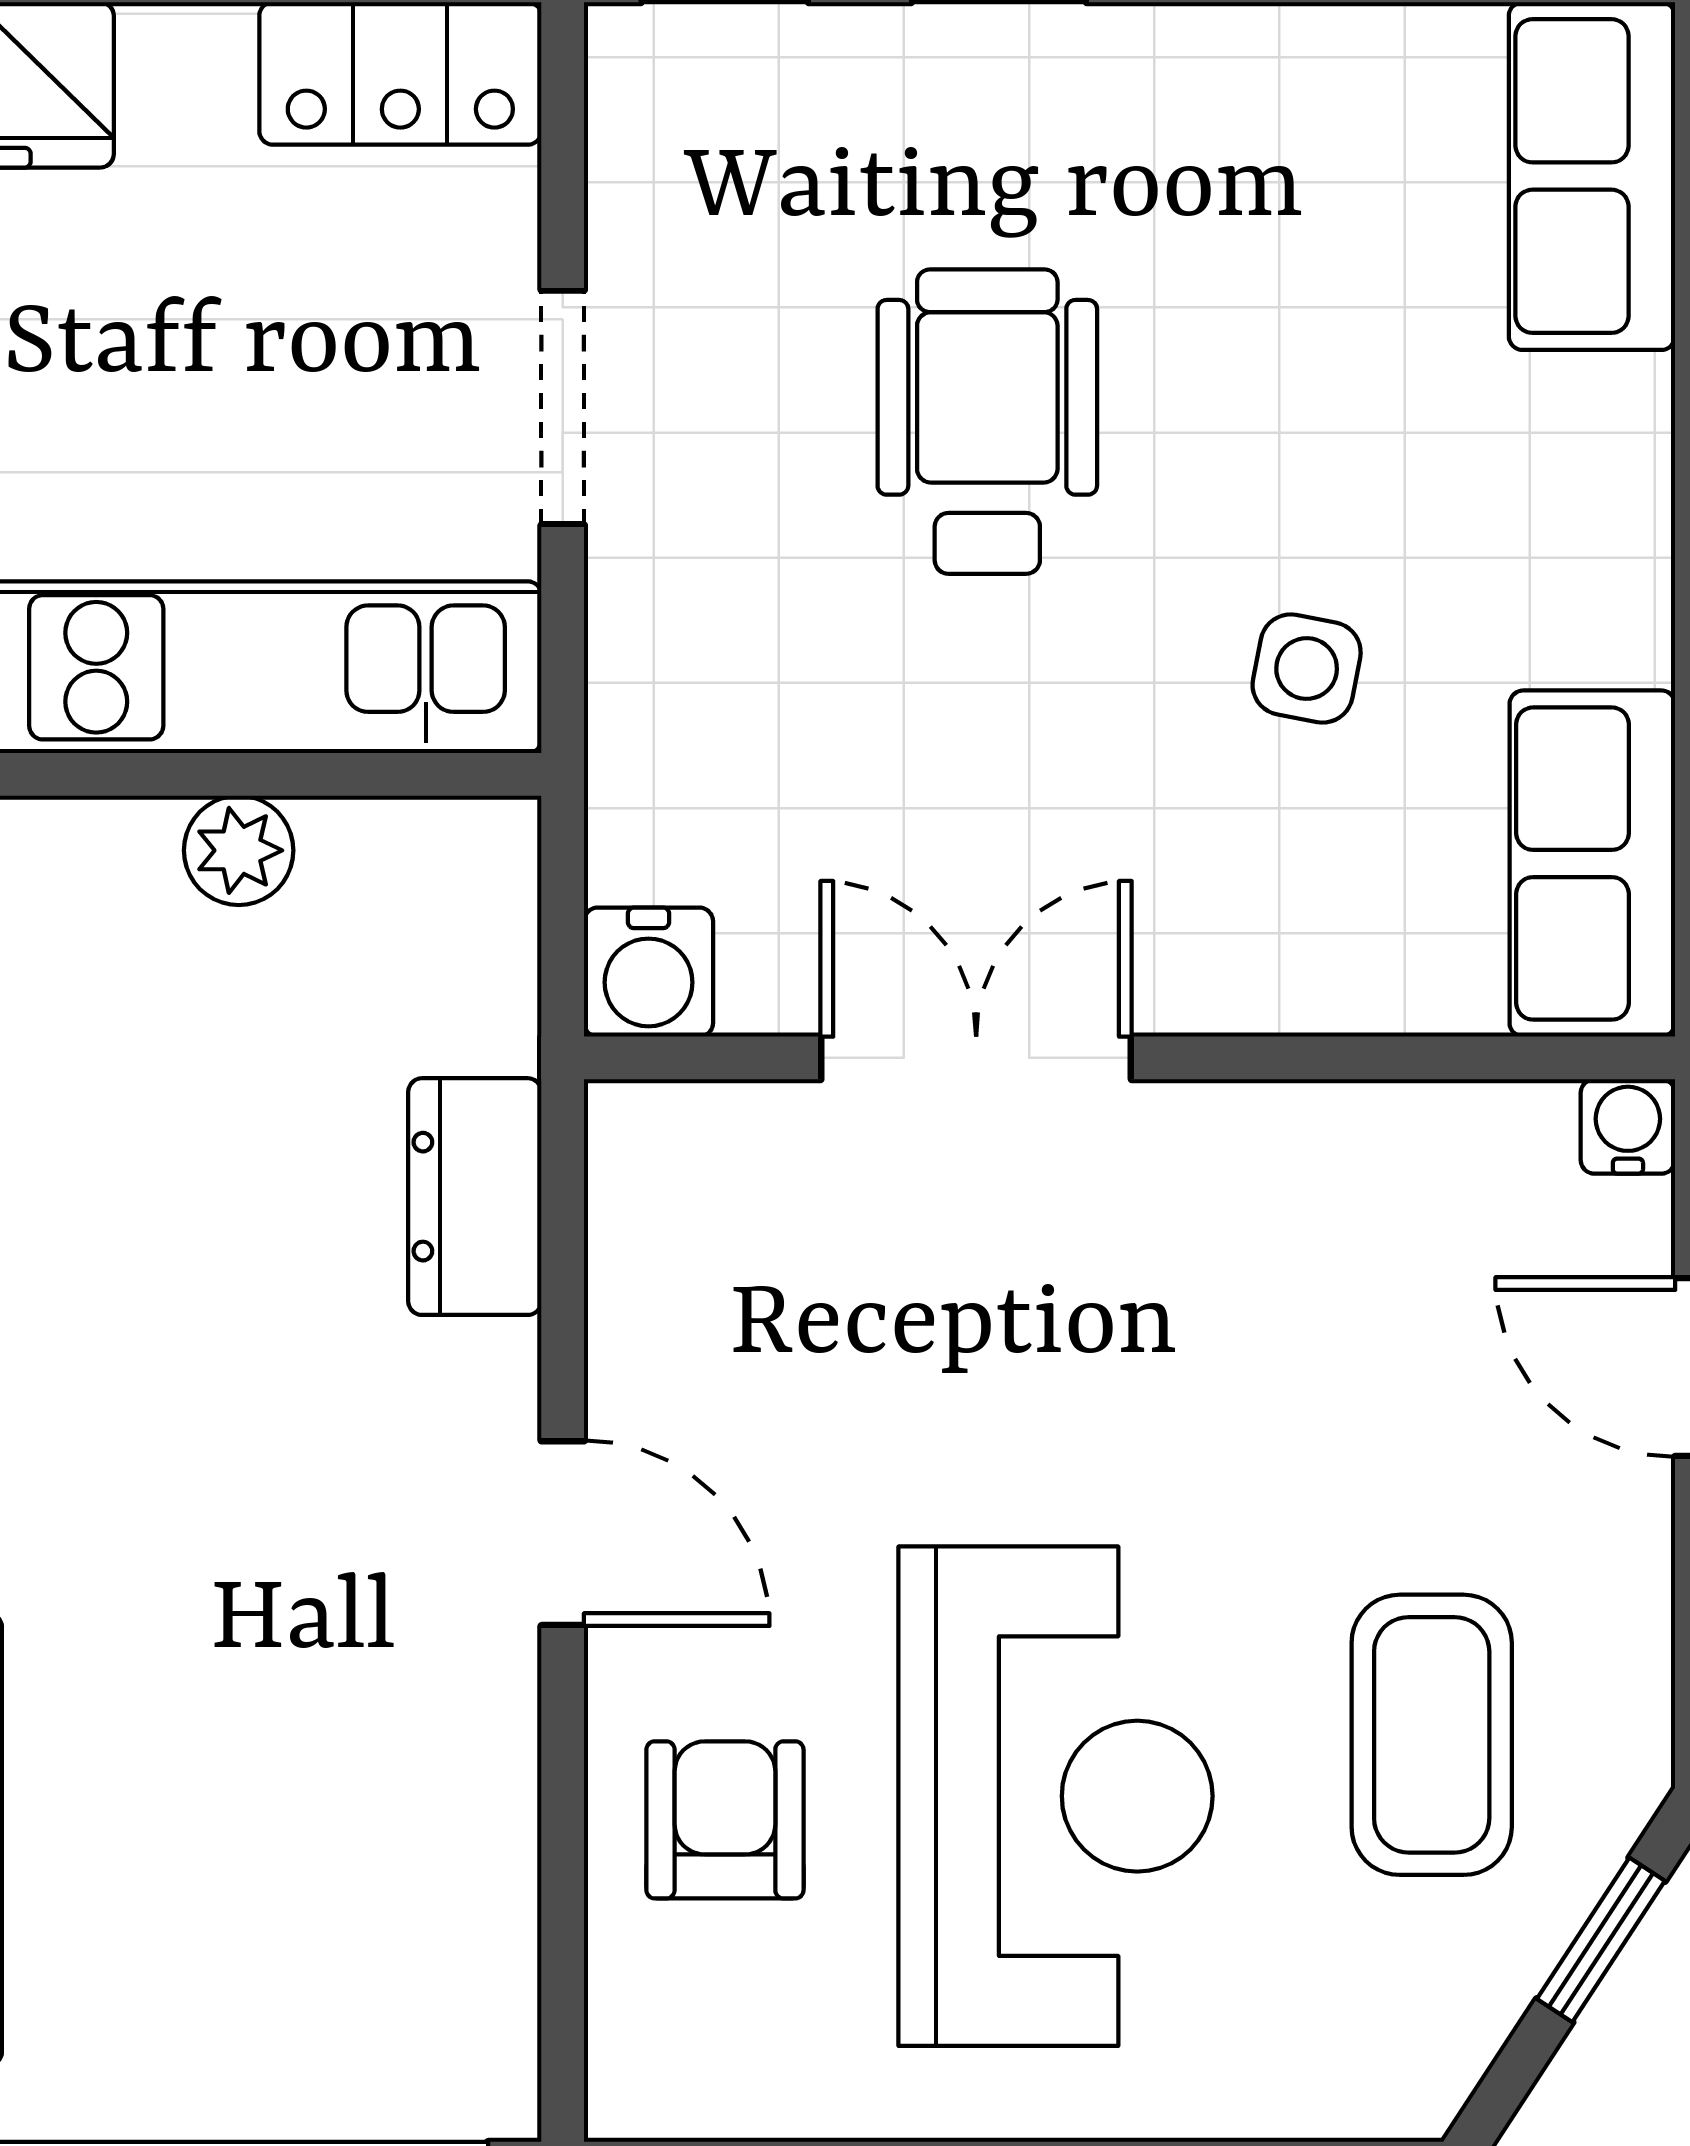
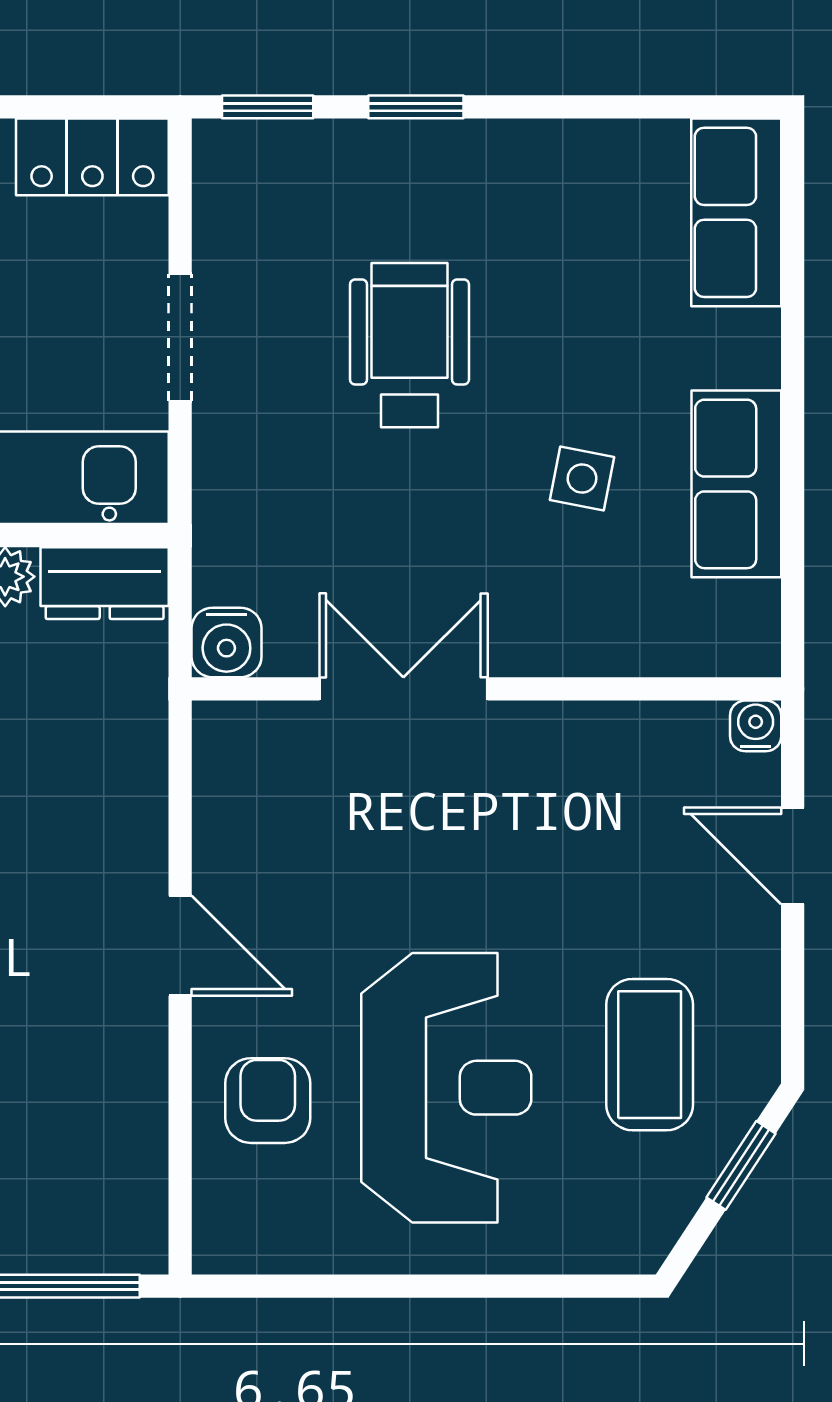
row of seats: (1592, 864) -> (736, 484), moved
dresser: (475, 1197) -> (105, 583), moved, turned -90

